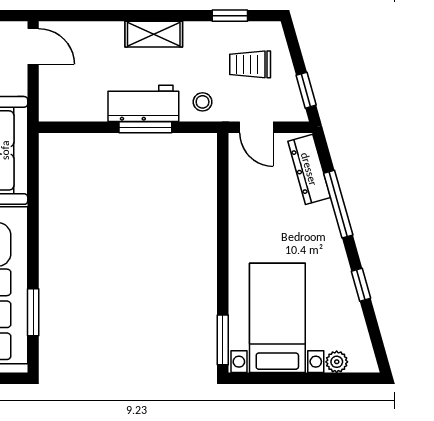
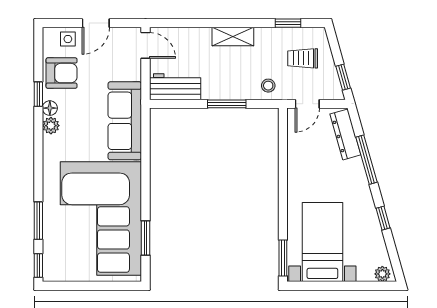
workbench: (143, 103) -> (175, 87), moved
door: (256, 127) -> (307, 104), hinge flipped
plant: (337, 362) -> (382, 274), moved

